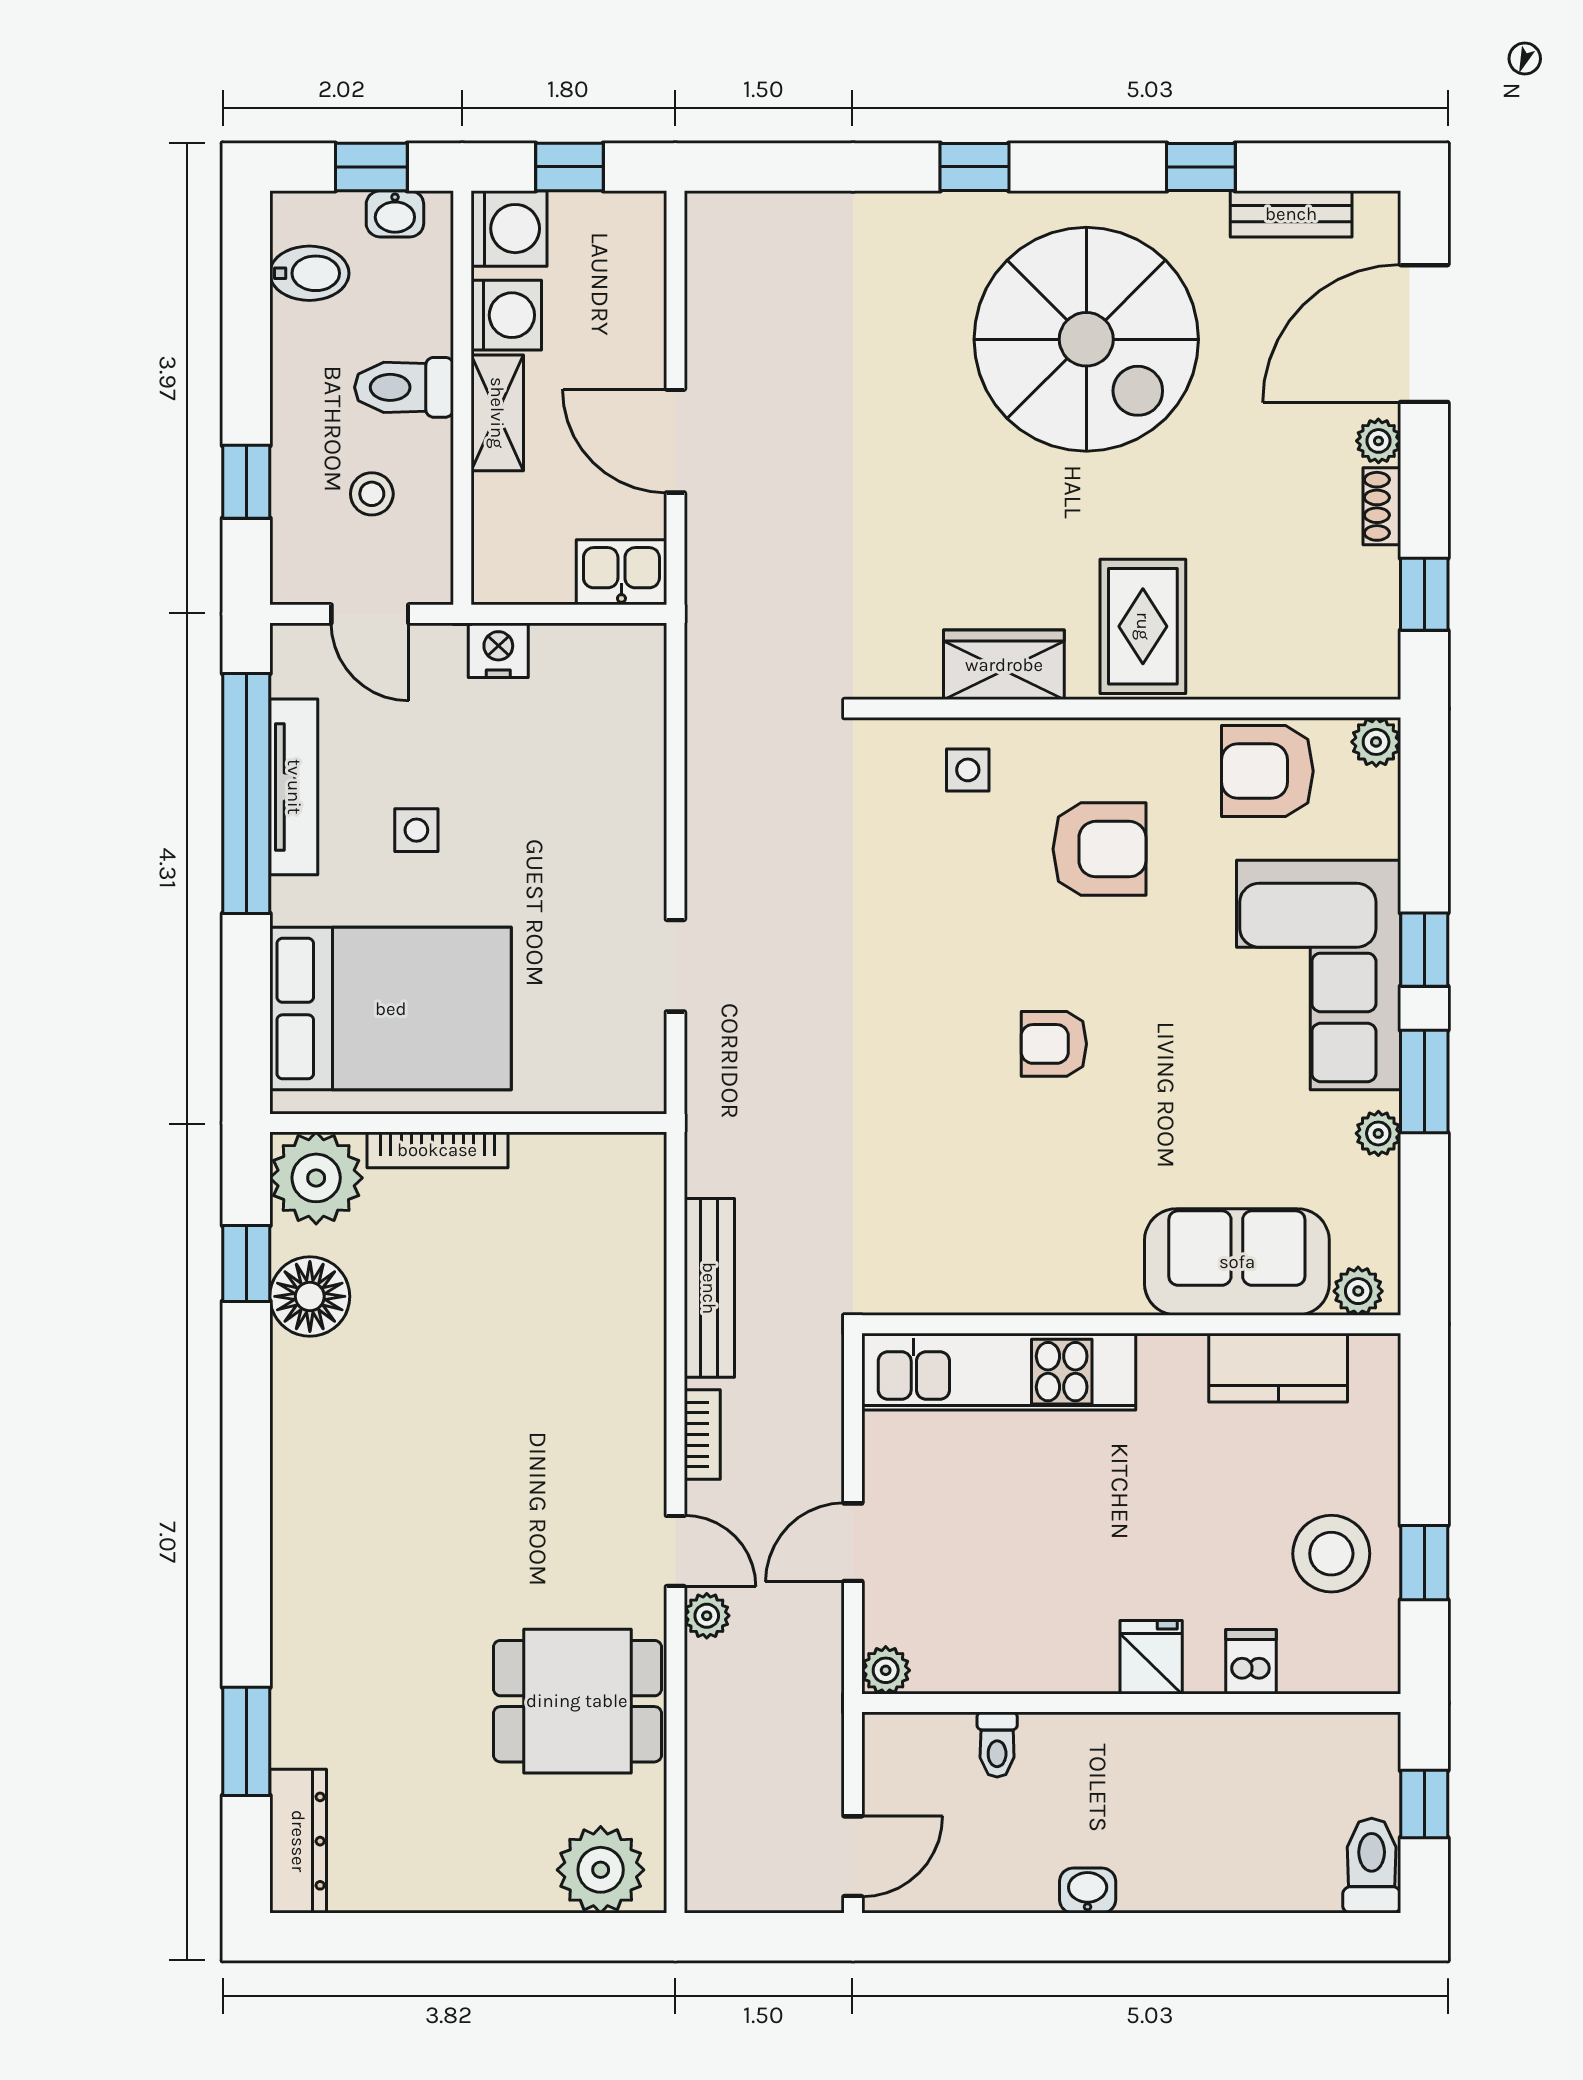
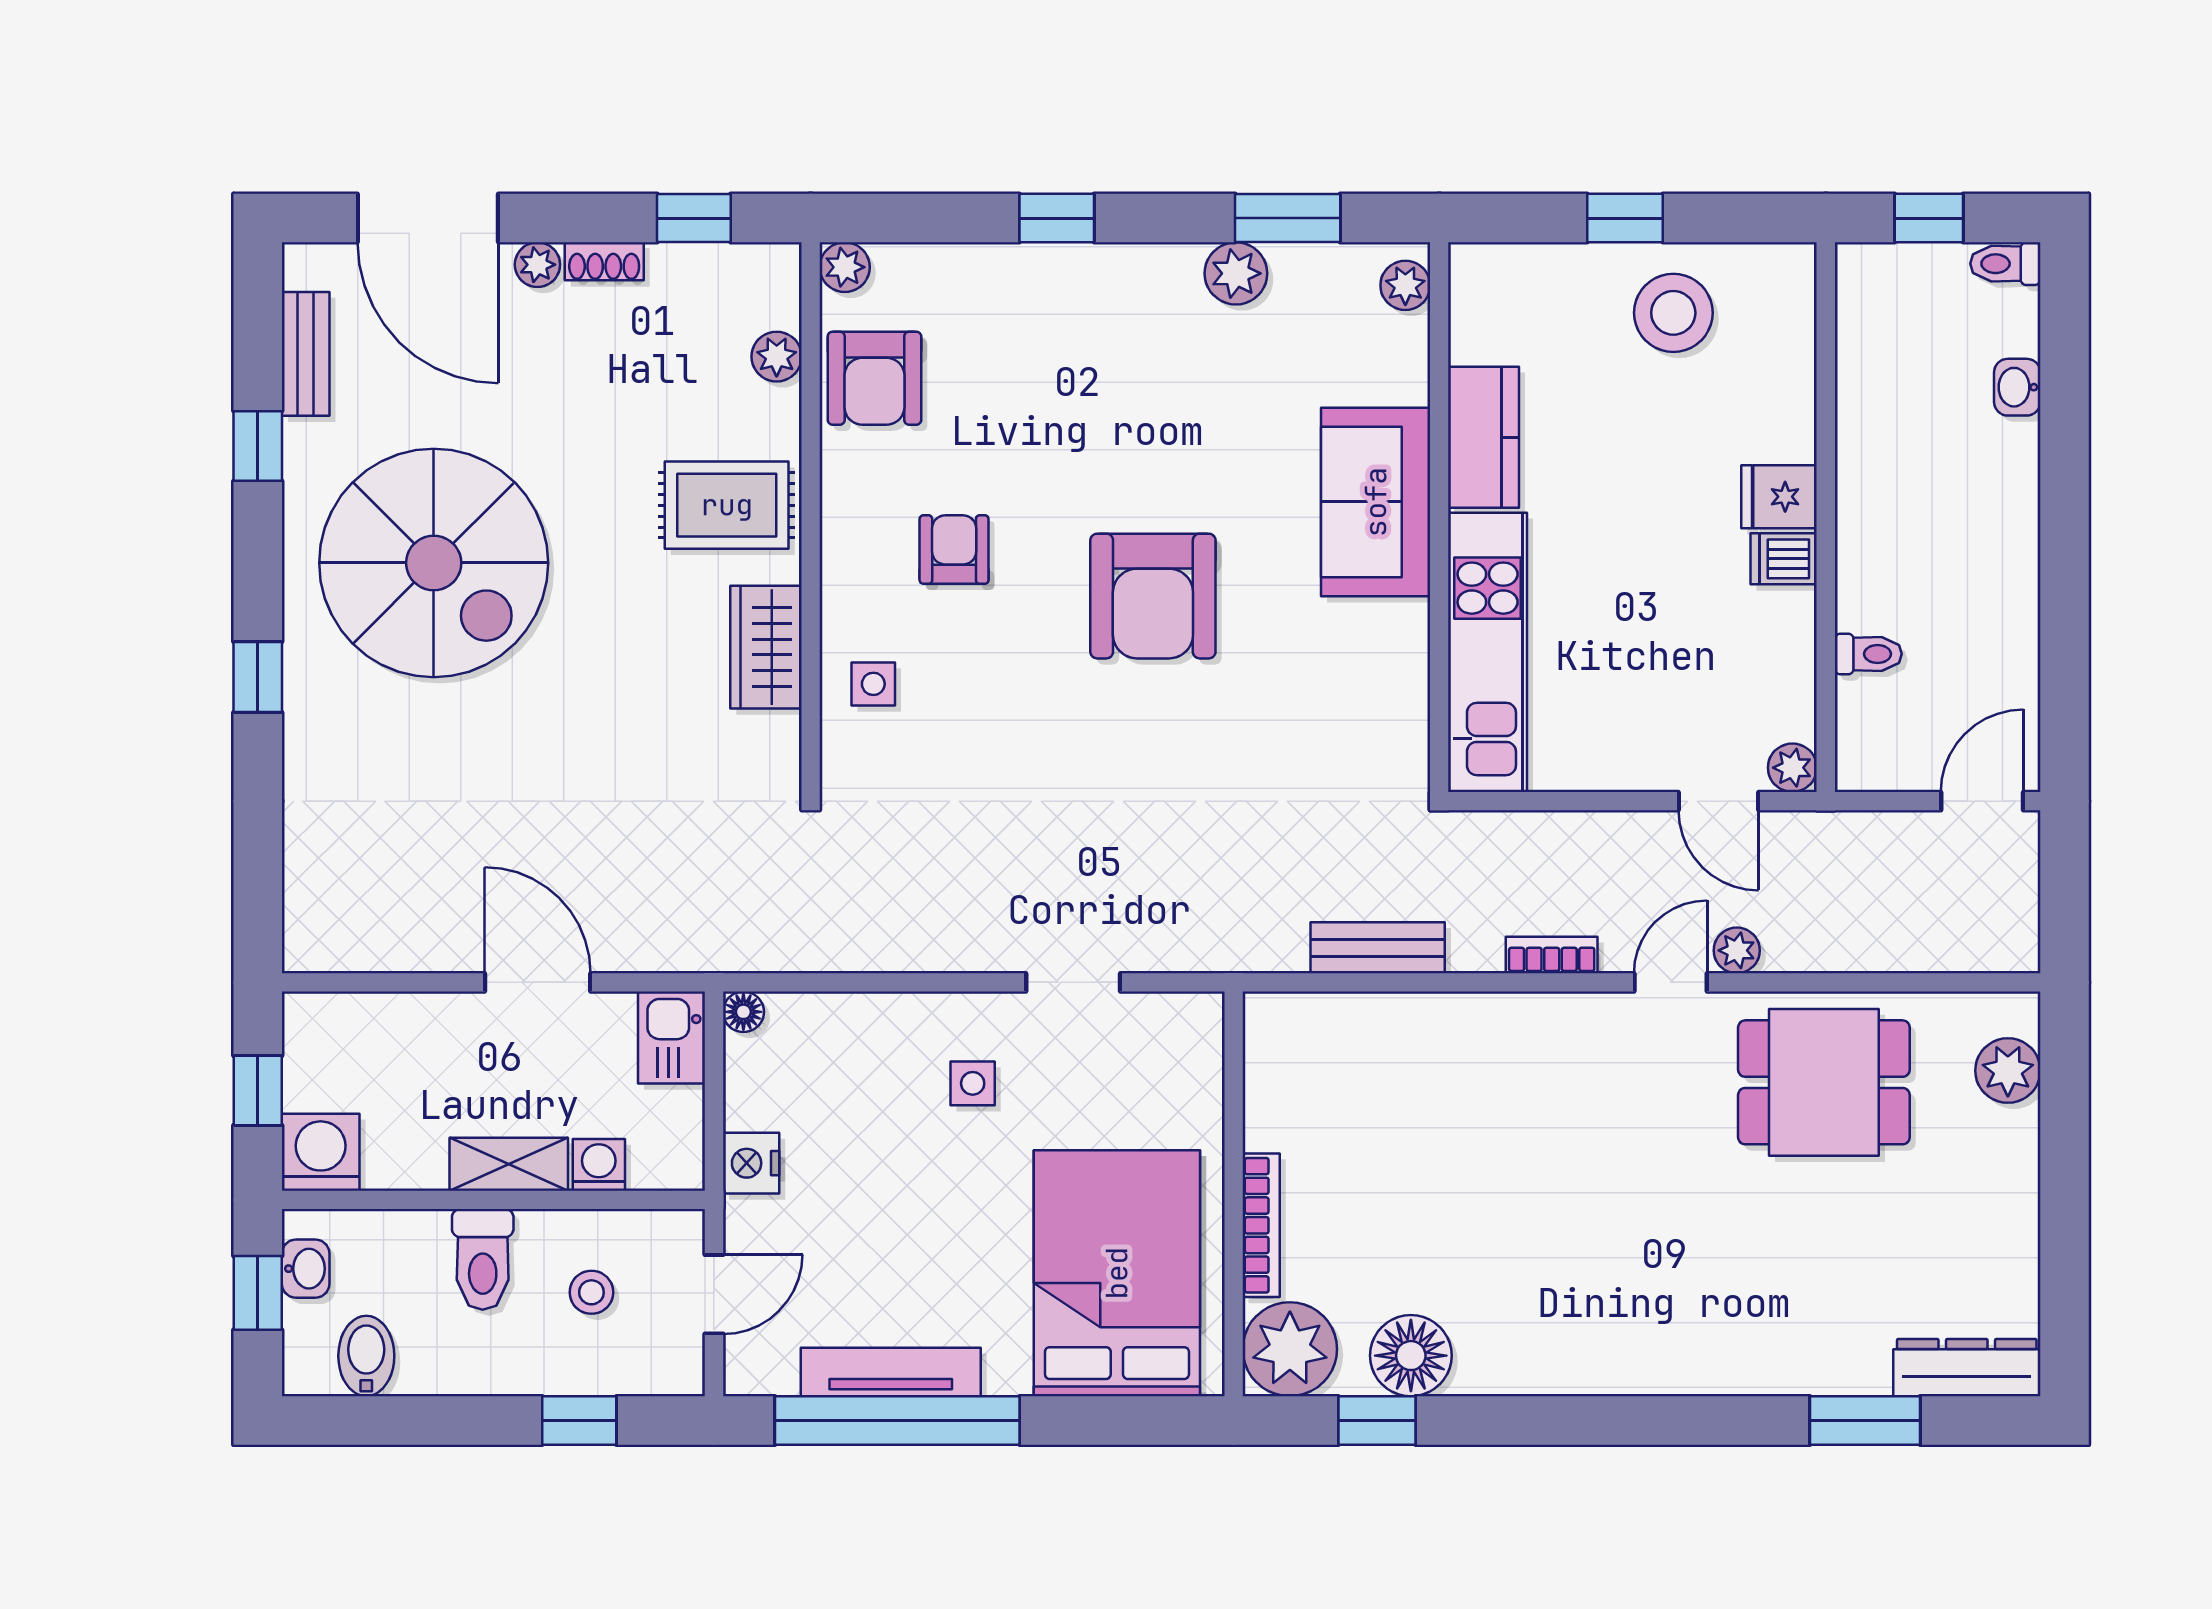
washing machine: (506, 315) -> (599, 1165), moved, width x0.73, depth x0.73
spiral stairs: (1086, 339) -> (434, 563), turned 90
door: (675, 441) -> (538, 982), swing flipped
floor lamp: (647, 643) -> (743, 1012), added
plant: (1288, 675) -> (777, 357), added
side table: (416, 830) -> (973, 1083), moved
armchair: (1099, 849) -> (954, 550), width x0.72, depth x0.72
corner sofa: (1319, 975) -> (1083, 326), removed
armchair: (1054, 1044) -> (1153, 596), width x1.88, depth x1.88
window: (1424, 1082) -> (1288, 218), moved
plant: (1378, 1133) -> (1236, 273), width x1.38, depth x1.38
sofa: (1237, 1262) -> (1376, 502), moved
bench: (709, 1288) -> (1378, 948), width x0.73
kitchen counter: (1278, 1368) -> (1483, 437), moved
door: (853, 1542) -> (1719, 801), moved
window: (1424, 1563) -> (1625, 218), moved
dishwasher: (1251, 1662) -> (1784, 559), moved
dining table: (577, 1701) -> (1824, 1082), turned 90
door: (853, 1856) -> (1982, 801), hinge flipped
toilet: (1372, 1866) -> (2005, 264), width x0.73, depth x0.72
plant: (601, 1870) -> (2008, 1071), width x0.73, depth x0.73
washbasin: (1088, 1891) -> (2017, 387), moved

